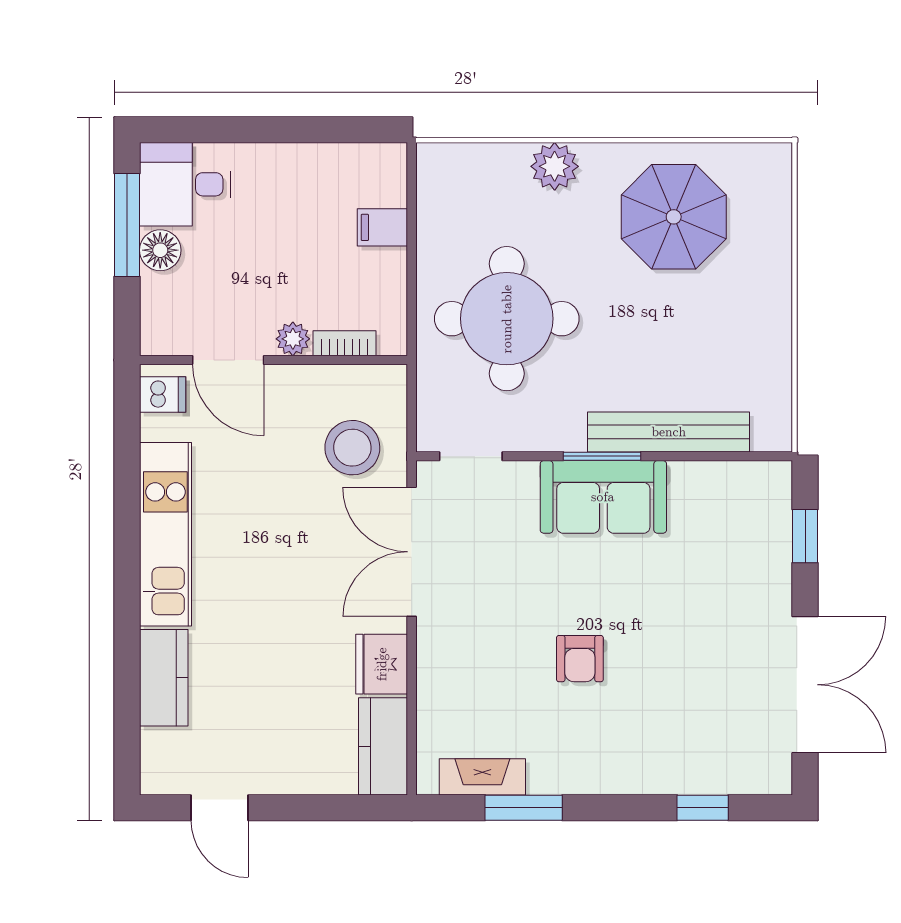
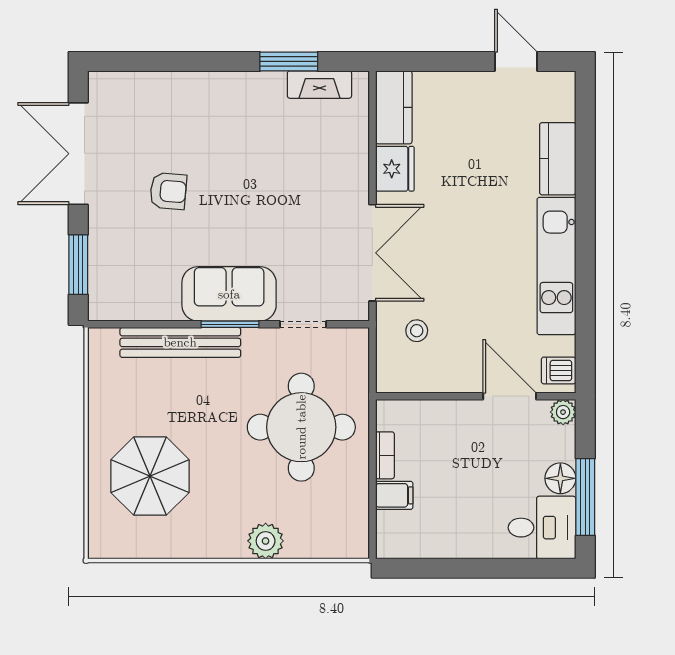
parasol: (674, 217) -> (150, 476), moved
plant: (293, 339) -> (563, 412), moved
bookcase: (345, 343) -> (385, 455), moved, turned -90
stool: (352, 448) -> (417, 331), width x0.53, depth x0.53
doorway: (471, 456) -> (303, 324), moved
window: (805, 536) -> (78, 265), width x1.50
armchair: (580, 659) -> (168, 191), moved, turned 95
window: (703, 808) -> (155, 61), removed

